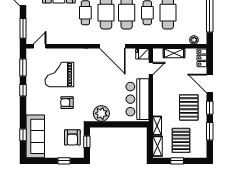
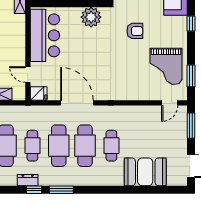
door: (151, 69) -> (28, 74), hinge flipped
grand piano: (59, 75) -> (166, 66), moved, turned 90
window: (23, 90) -> (191, 23), moved

